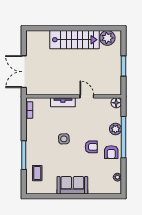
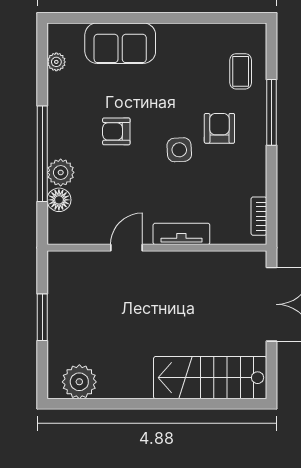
stairs: (74, 40) -> (210, 378), moved
door: (87, 96) -> (127, 248), swing flipped
floor lamp: (116, 103) -> (59, 200), moved
armchair: (111, 152) -> (219, 128), moved
sofa: (72, 185) -> (120, 43), moved

